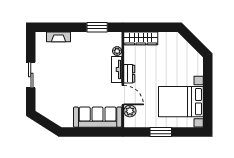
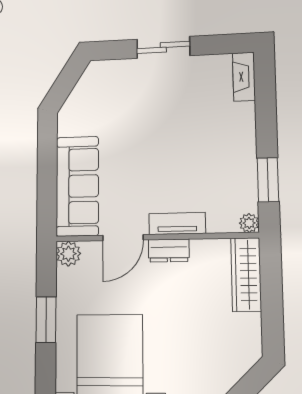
fireplace: (59, 37) -> (244, 77), moved
plant: (117, 51) -> (249, 223), moved
plant: (130, 111) -> (68, 254), moved

